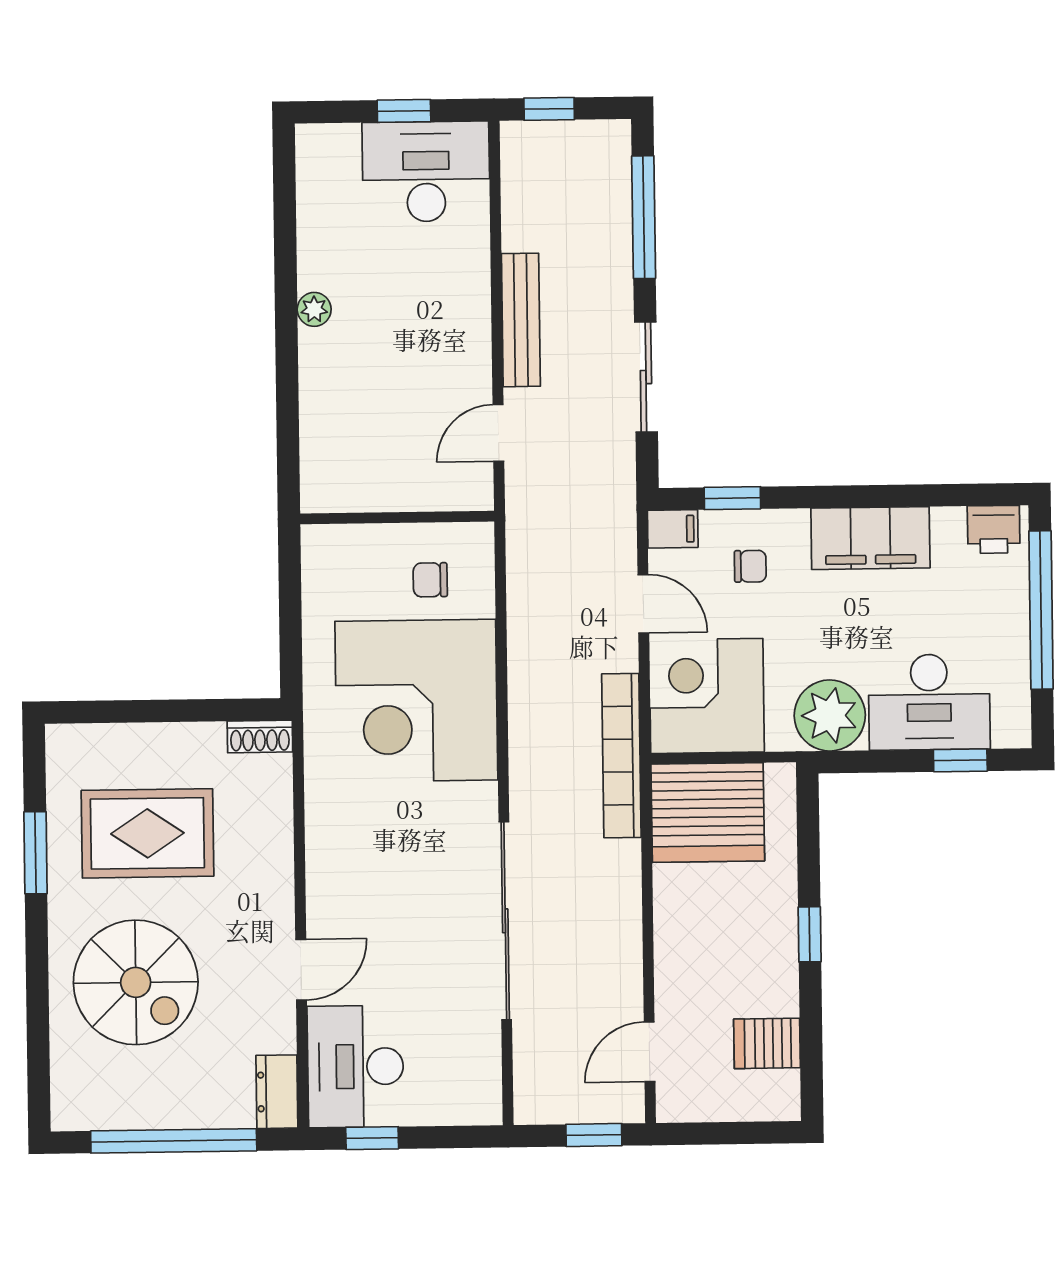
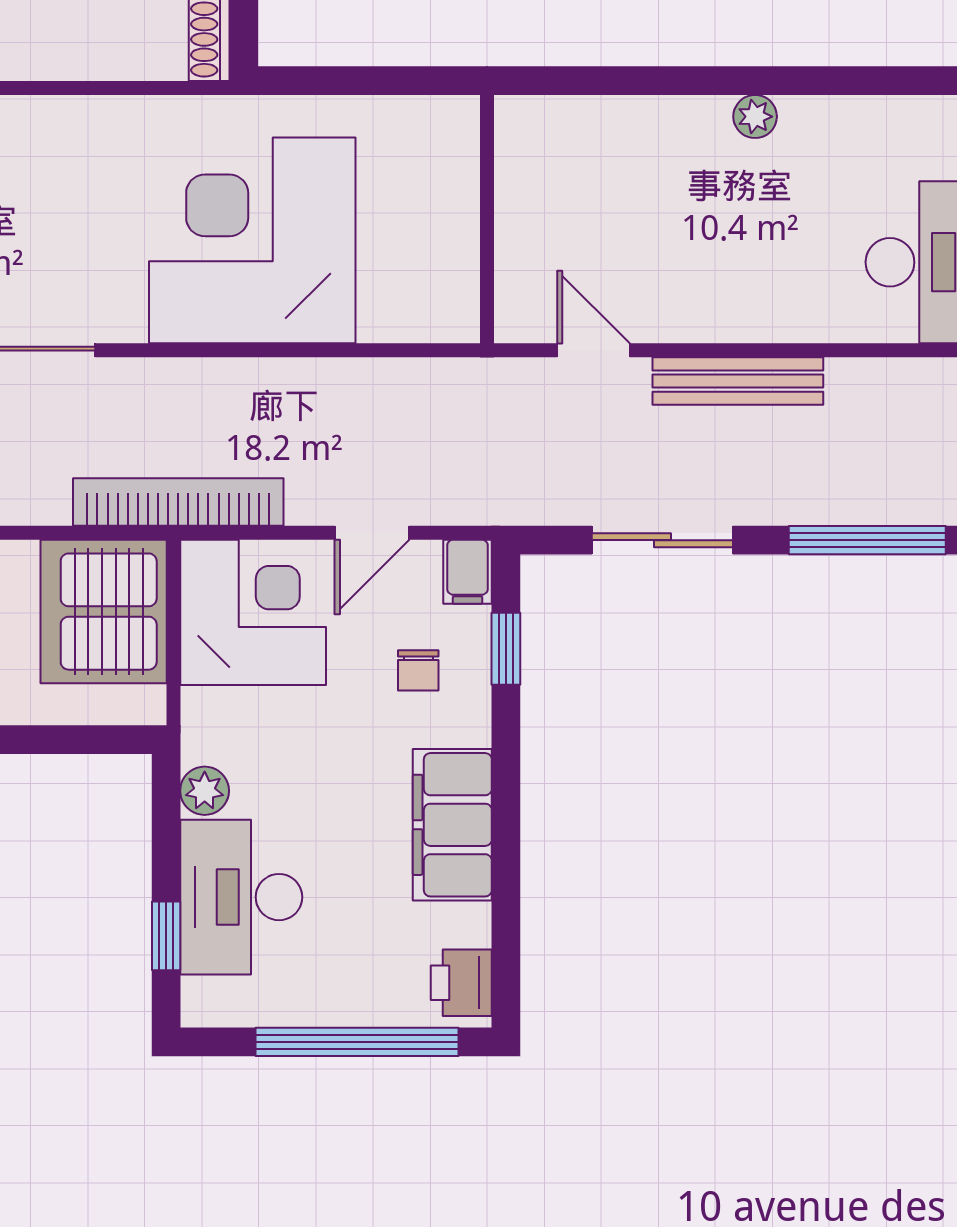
chair: (430, 580) -> (407, 260), removed
plant: (830, 715) -> (205, 791), width x0.53, depth x0.53

